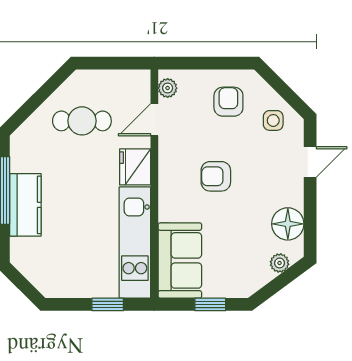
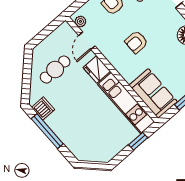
dishwasher: (23, 157) -> (43, 108), added
kitchen counter: (25, 205) -> (63, 129), removed

